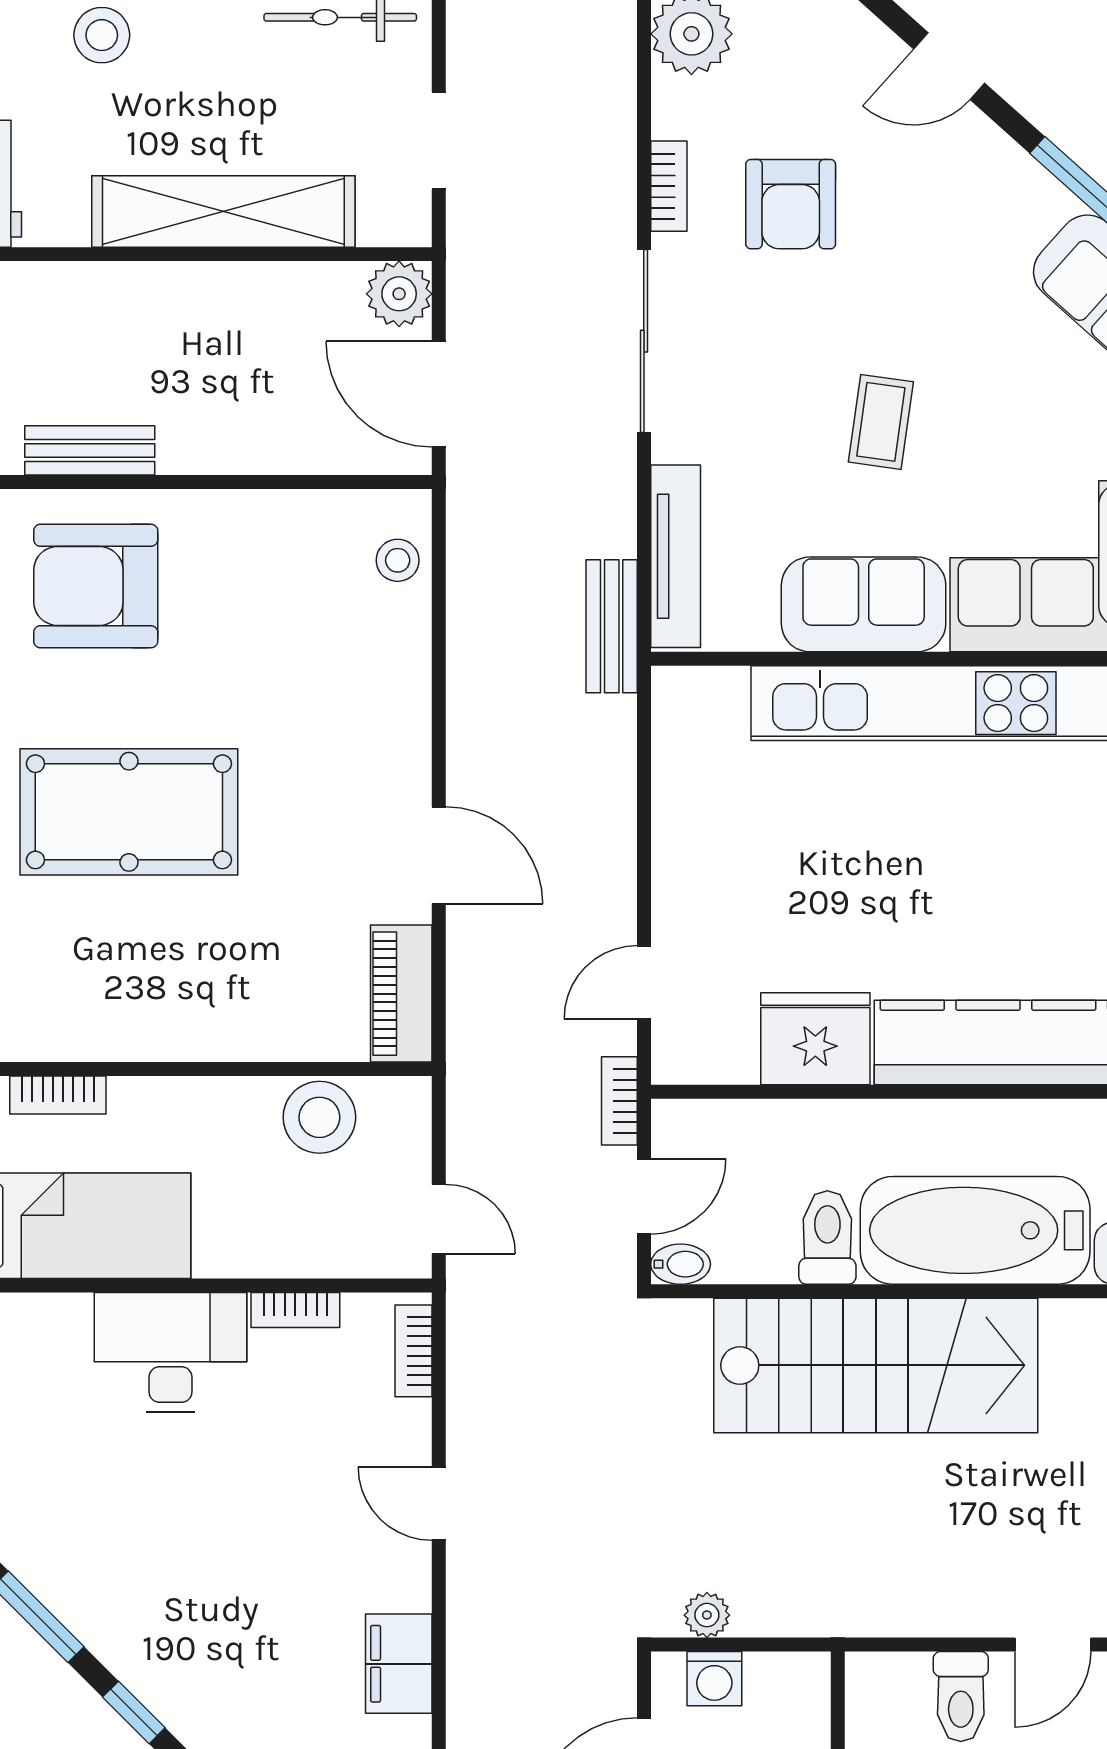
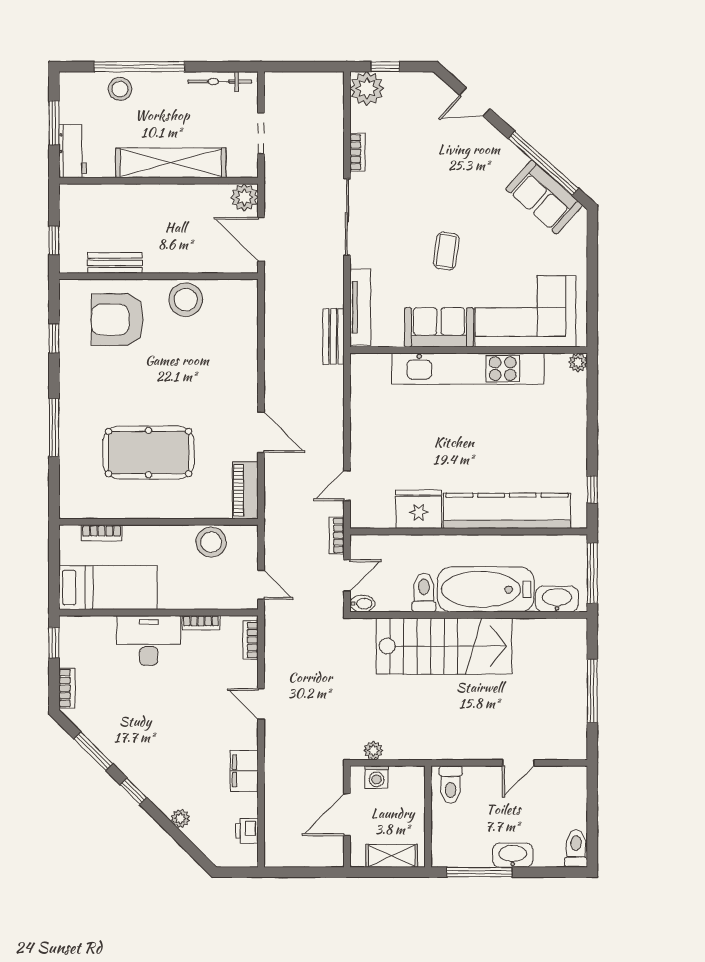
armchair: (791, 204) -> (408, 160), removed
stool: (398, 560) -> (186, 300), moved, width x1.89, depth x1.89
pool table: (129, 812) -> (149, 453), moved
toilet: (961, 1697) -> (451, 785), moved

